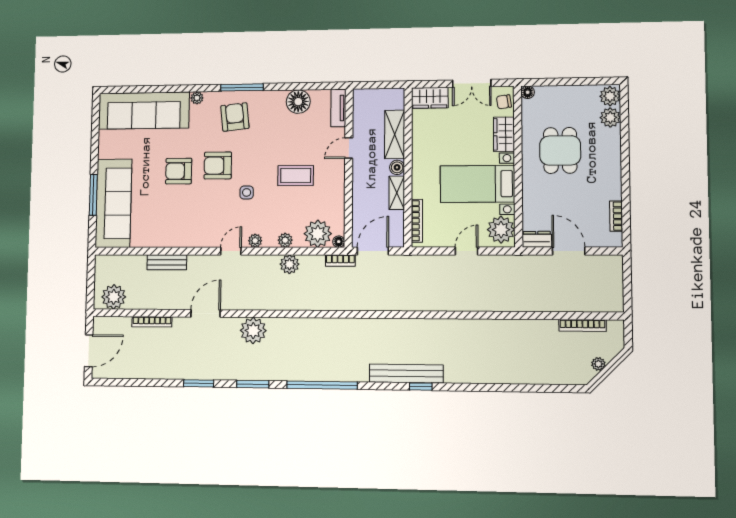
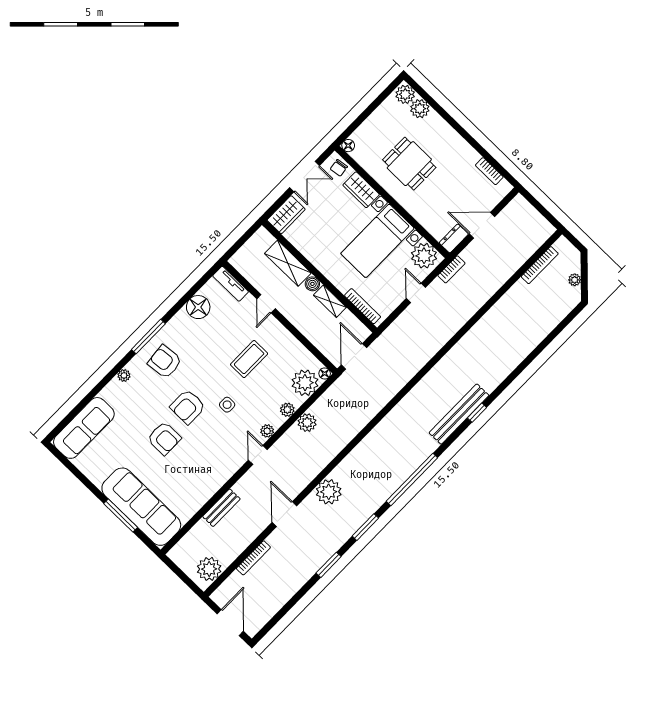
sofa: (144, 111) -> (84, 428), width x0.74, depth x0.79
armchair: (179, 171) -> (164, 438), turned -90
bookcase: (340, 260) -> (451, 269), moved

